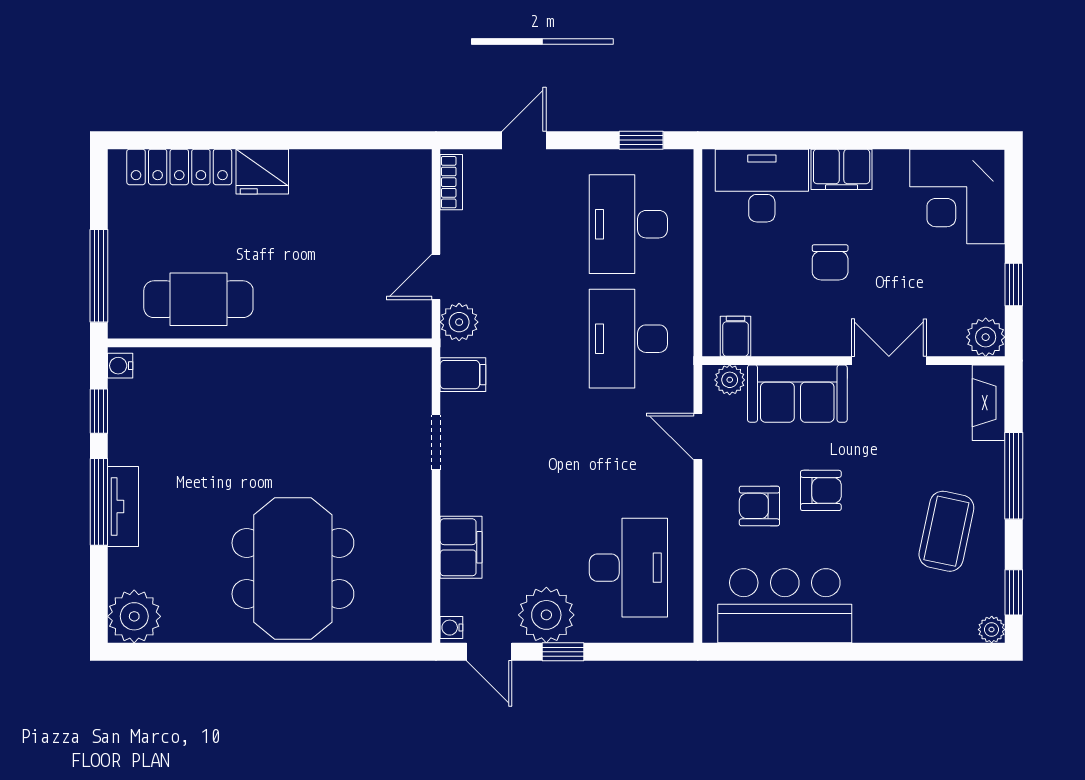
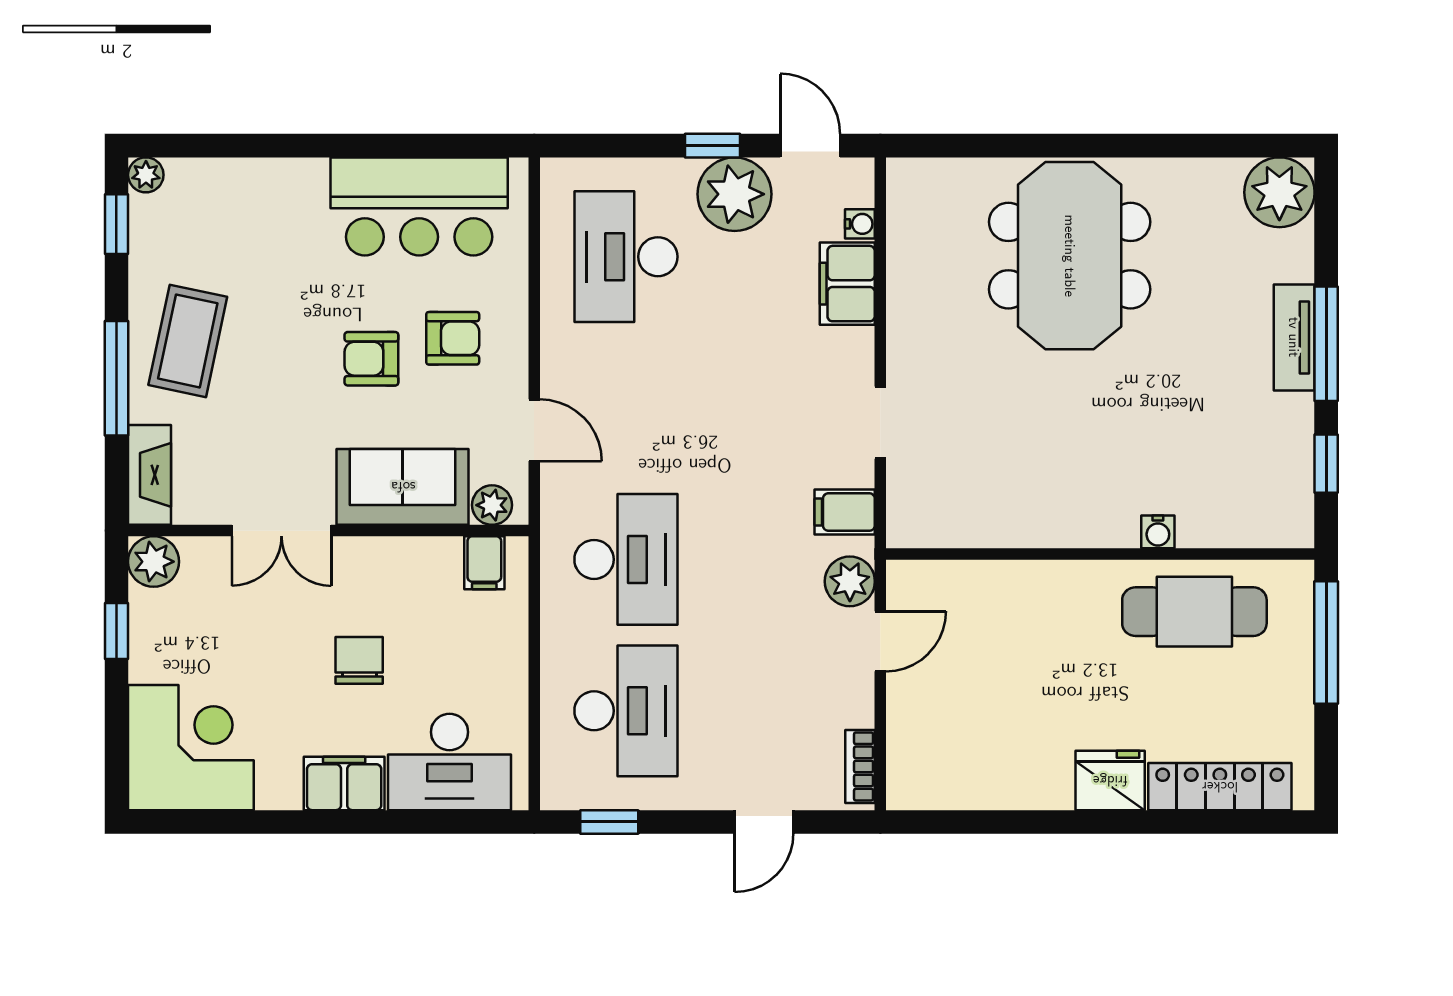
water cooler: (120, 366) -> (1158, 532), moved, turned 90
coffee table: (946, 531) -> (188, 341), moved
water cooler: (451, 628) -> (860, 224), moved

